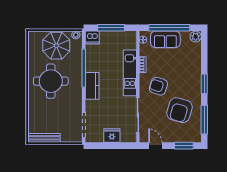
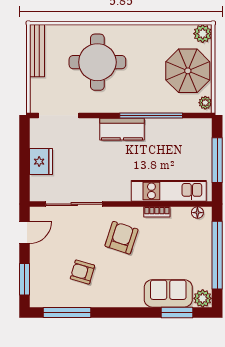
plant: (34, 37) -> (203, 34), added
dishwasher: (92, 37) -> (201, 129), removed
sofa: (165, 39) -> (168, 293), moved, turned 90
kitchen unit: (130, 73) -> (169, 191), moved
round table: (51, 81) -> (97, 62), moved
window: (204, 84) -> (177, 313), moved
armchair: (179, 110) -> (82, 272), width x0.53, depth x0.53

